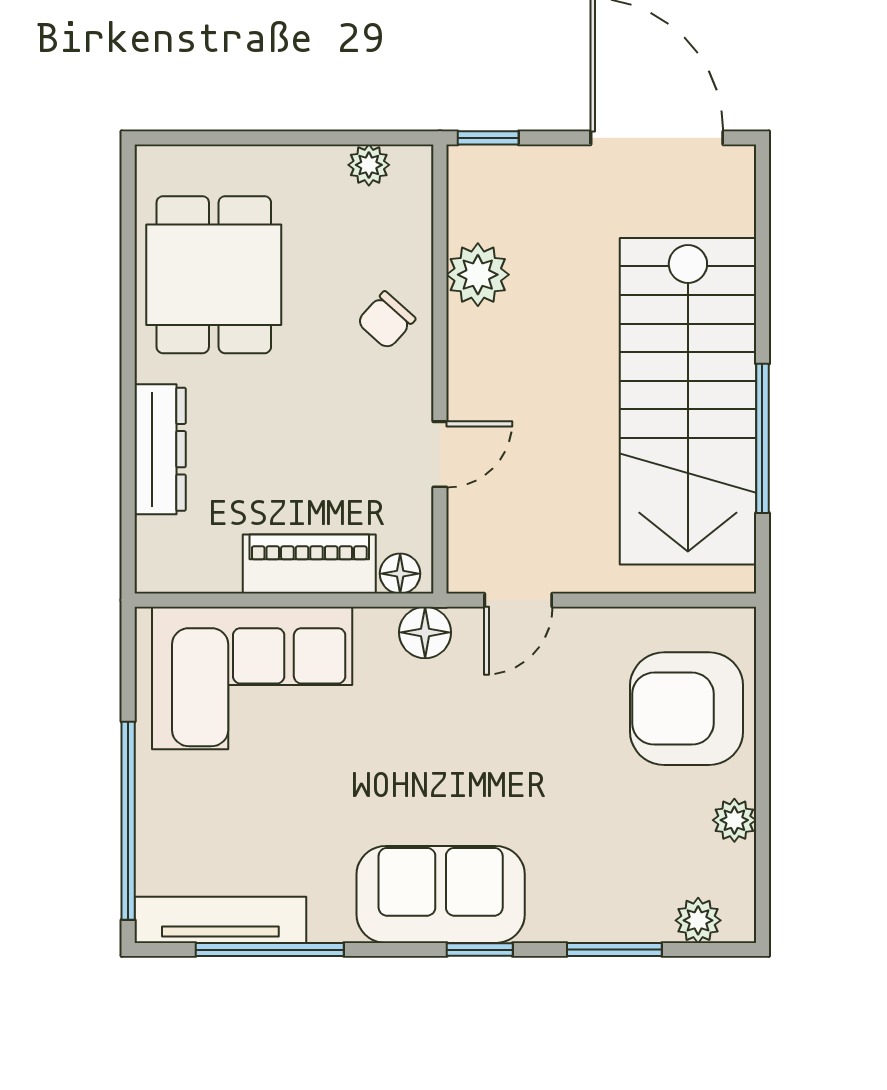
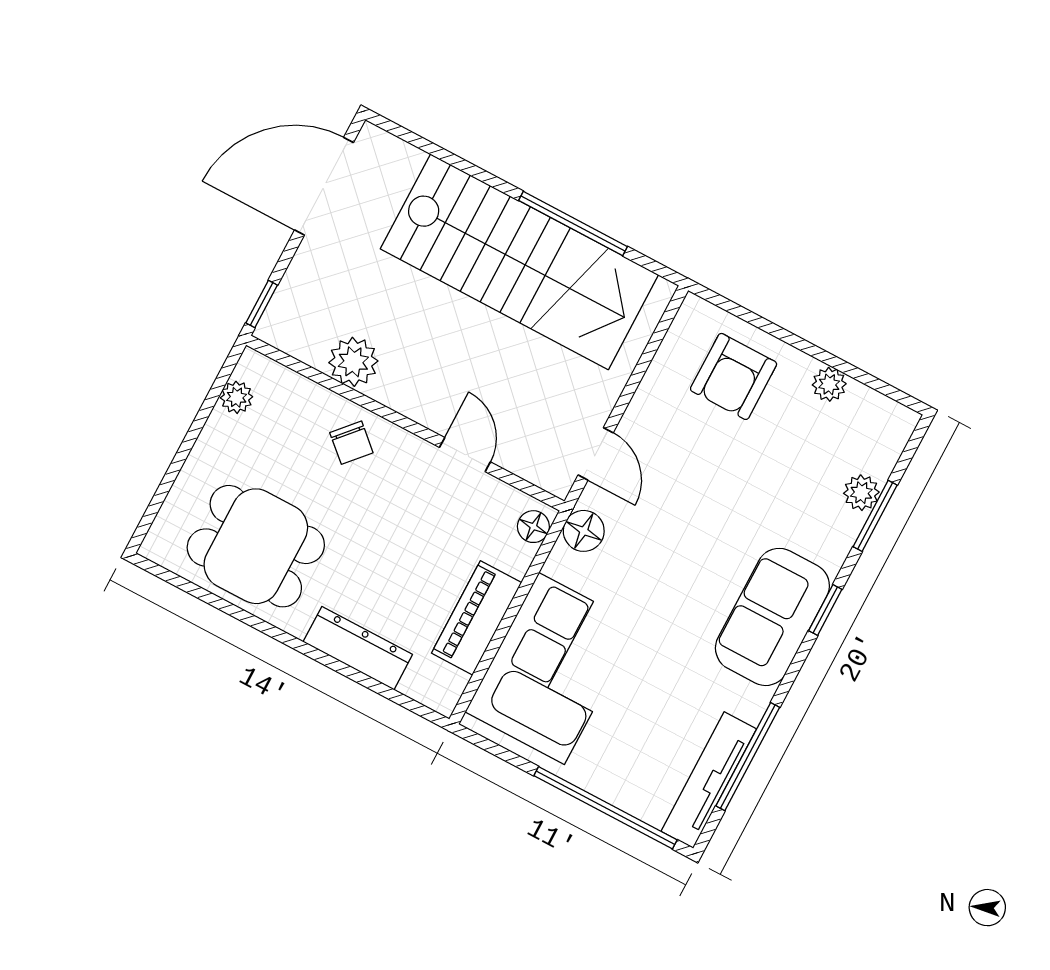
piano: (309, 564) -> (477, 618), moved
armchair: (687, 709) -> (734, 376), width x0.73, depth x0.73
plant: (698, 920) -> (861, 493), moved

